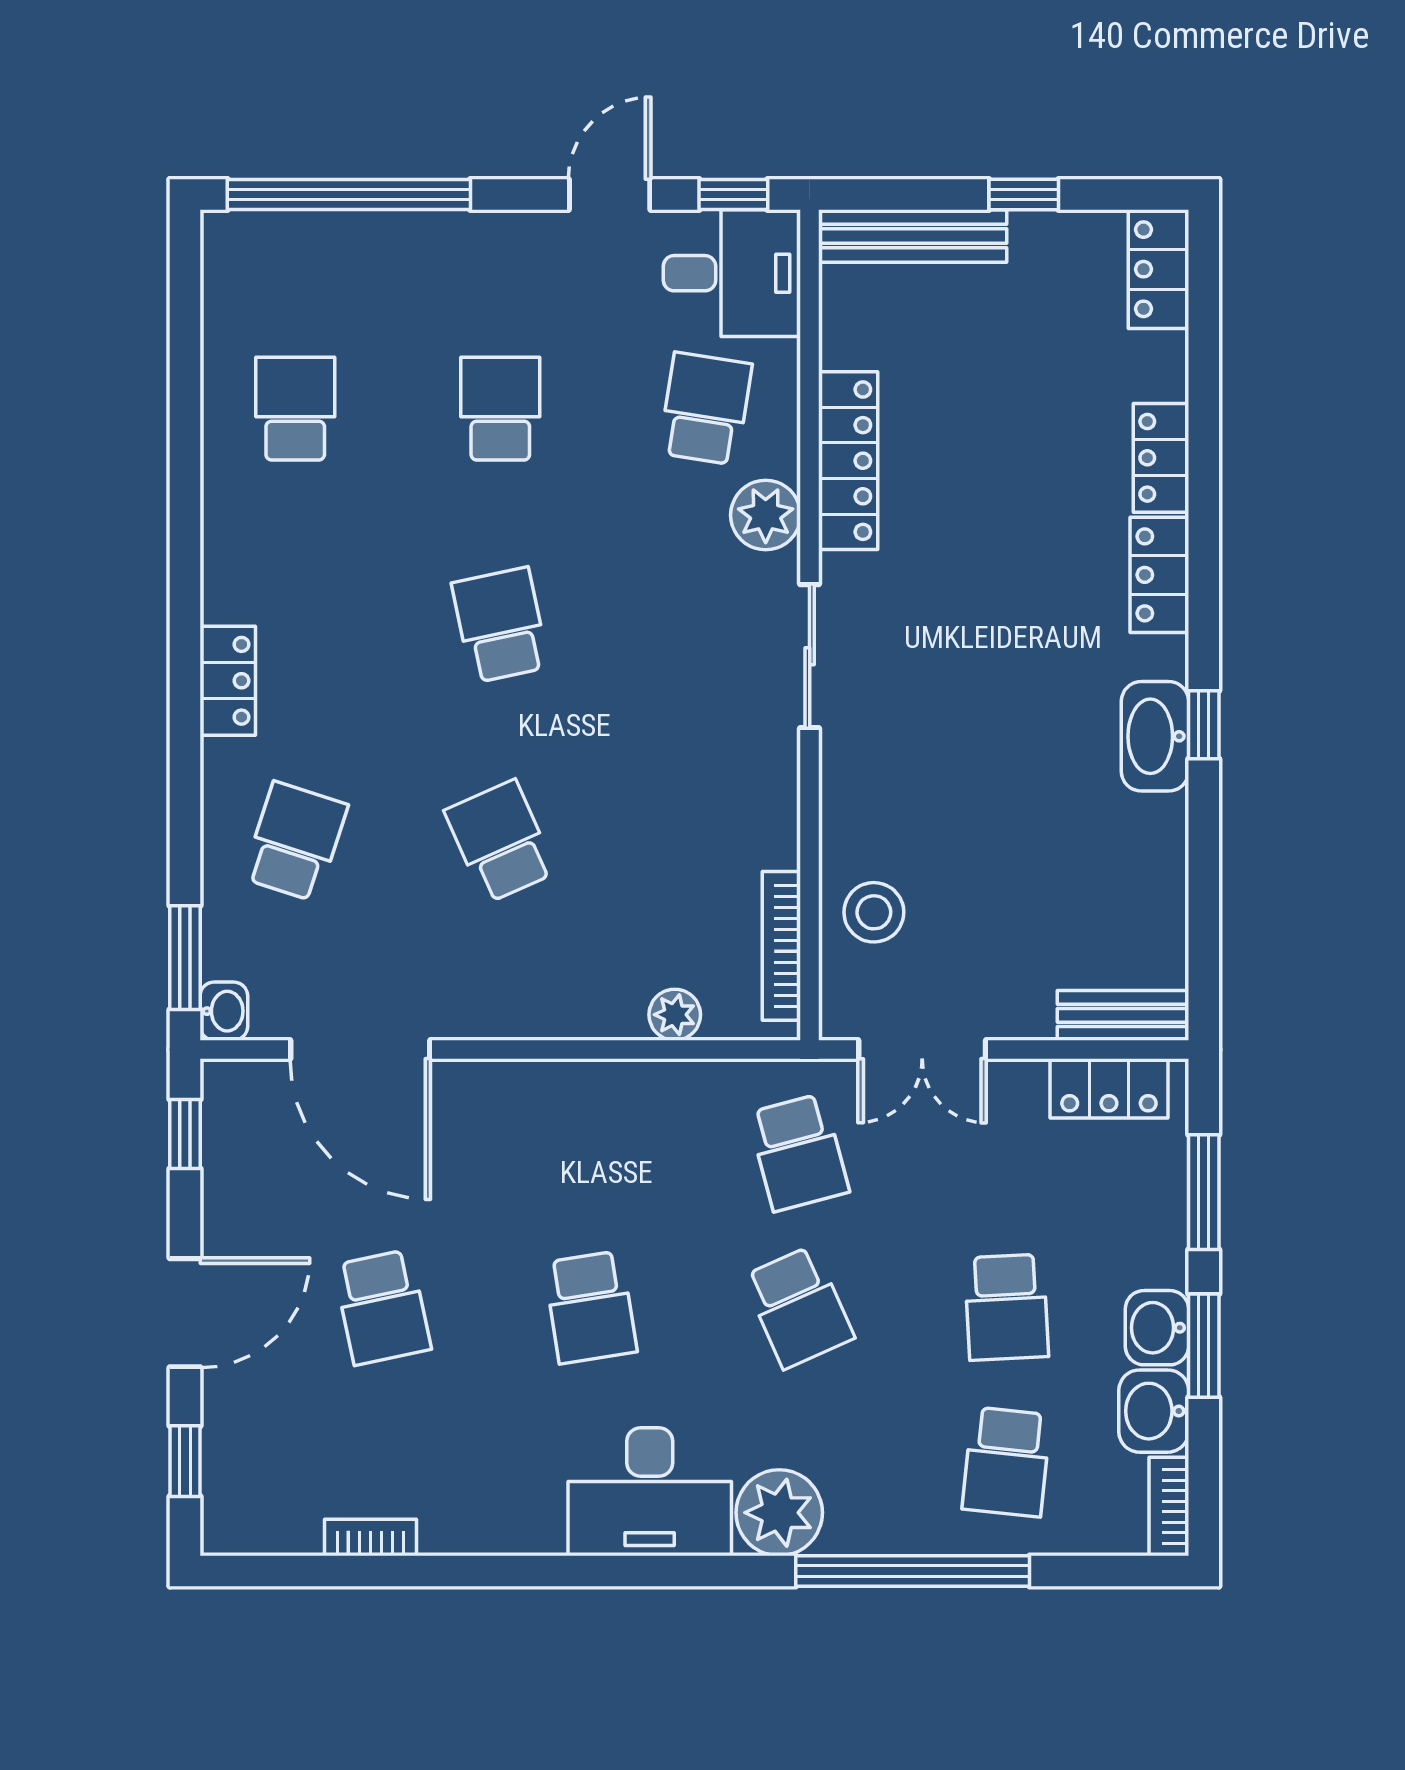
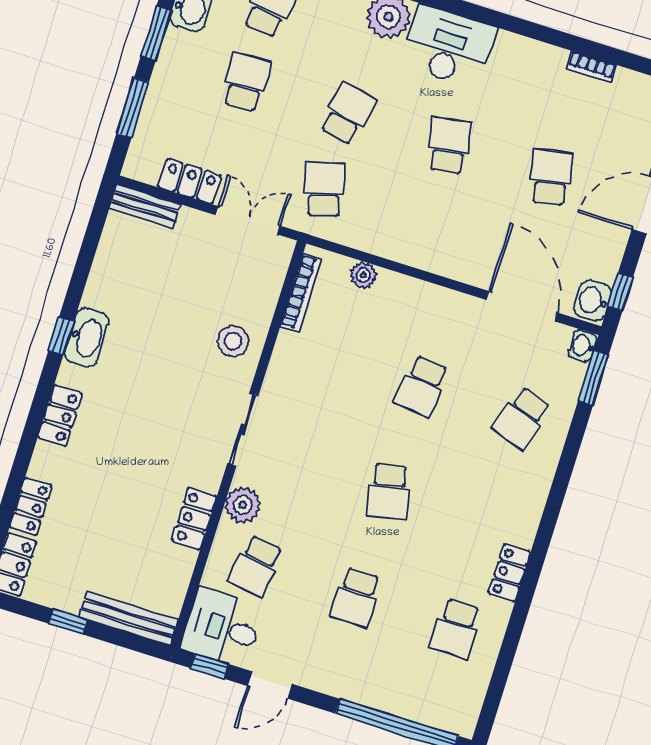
locker: (1161, 458) -> (31, 506), moved
locker: (848, 461) -> (194, 519), width x0.66
locker: (228, 681) -> (509, 573), moved
school desk: (500, 841) -> (422, 386), turned 30
stool: (874, 912) -> (233, 341), moved
locker: (1109, 1088) -> (190, 181), moved
school desk: (798, 1307) -> (348, 114), turned 36
washbasin: (1157, 1328) -> (593, 301), moved, turned 180

